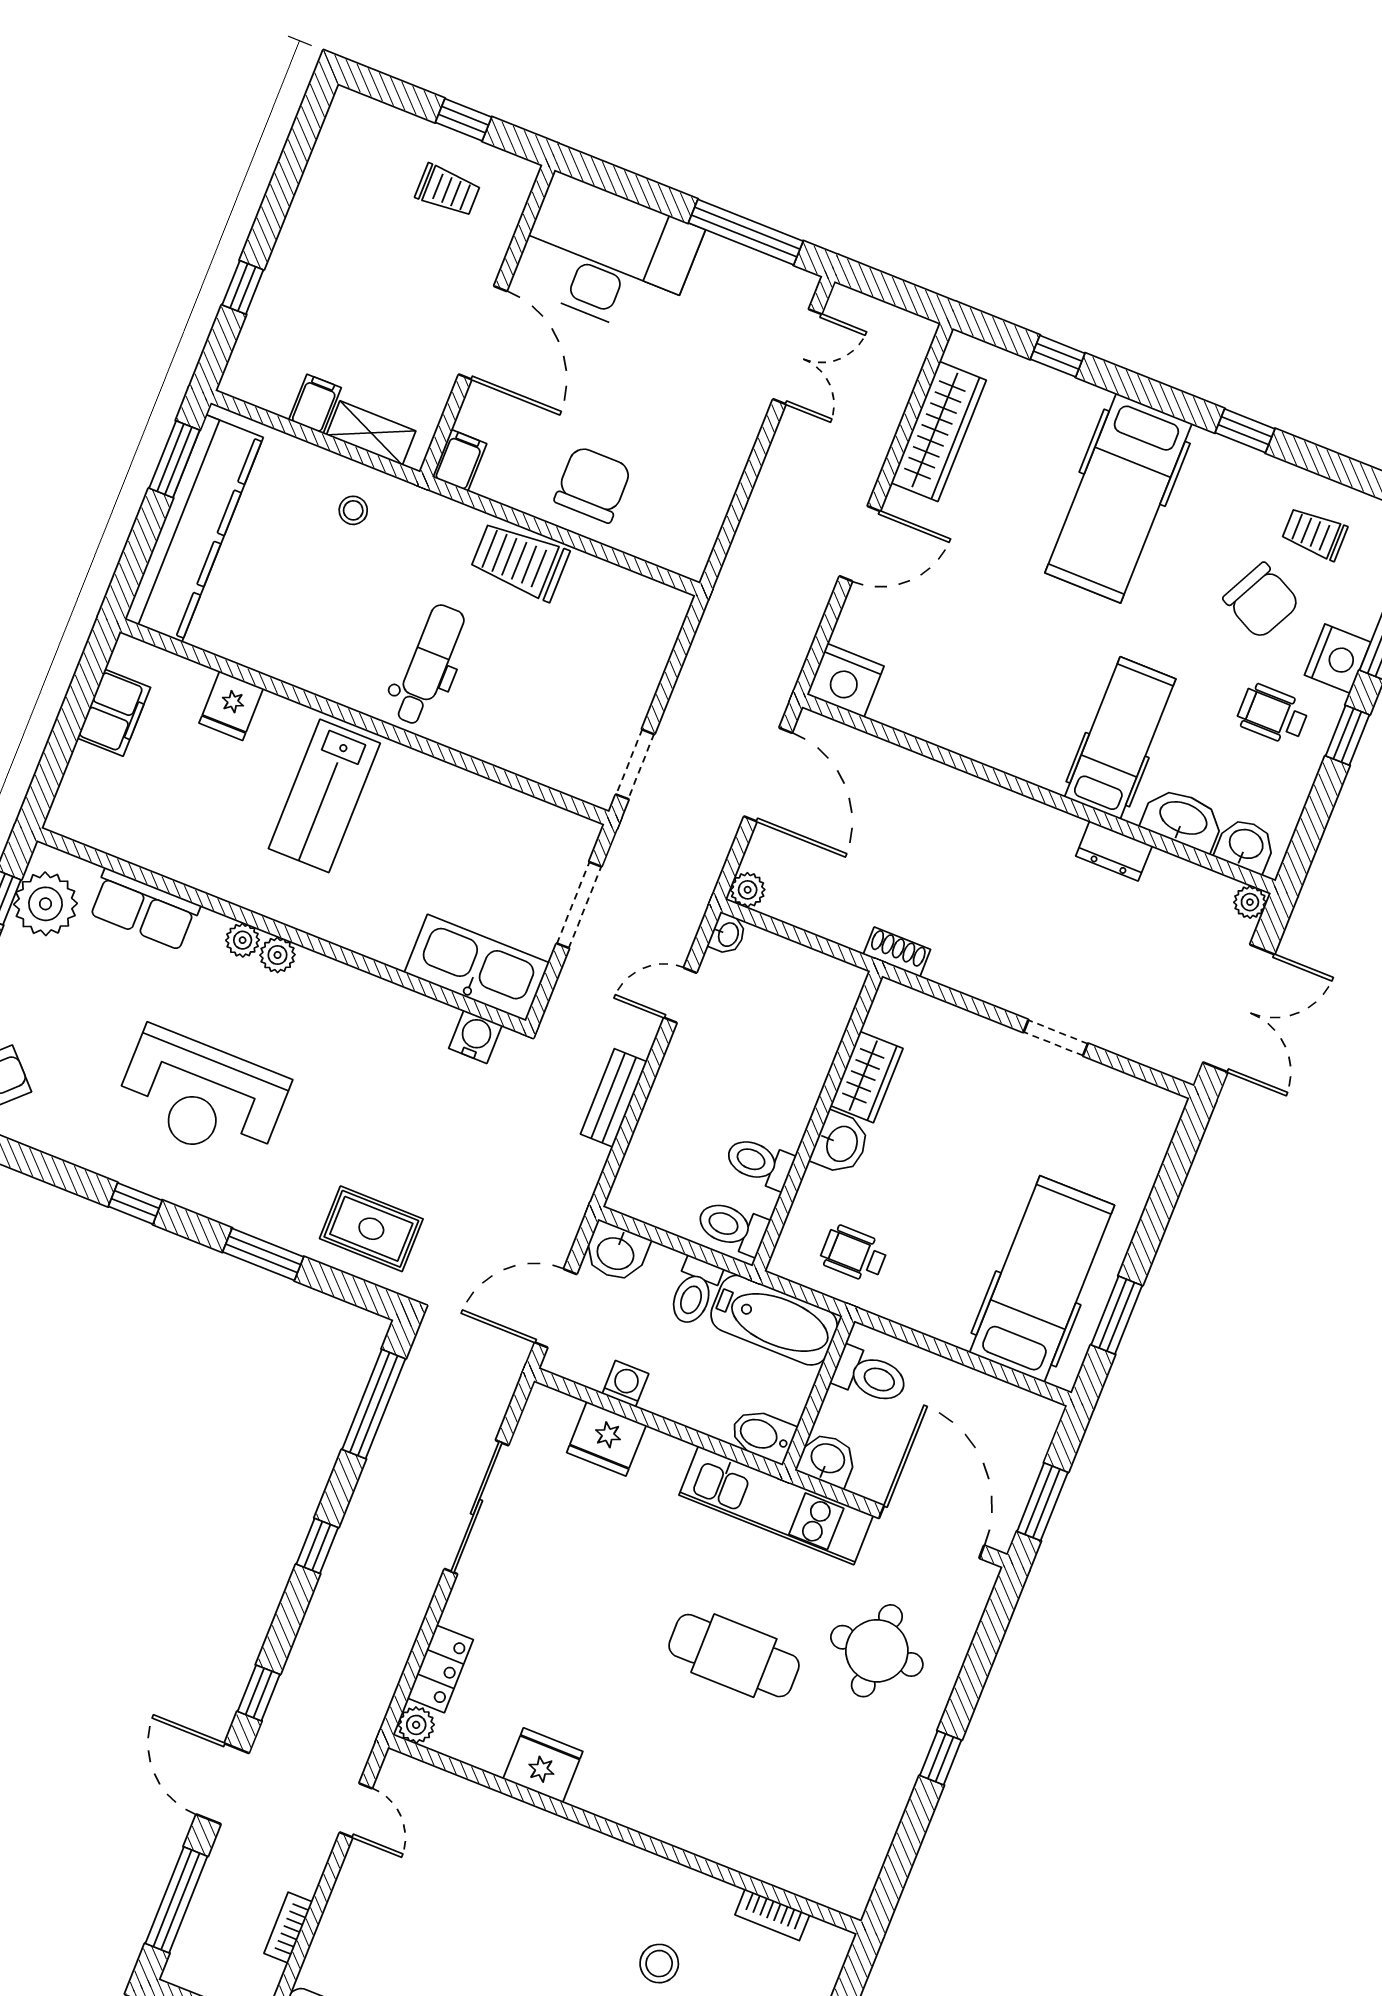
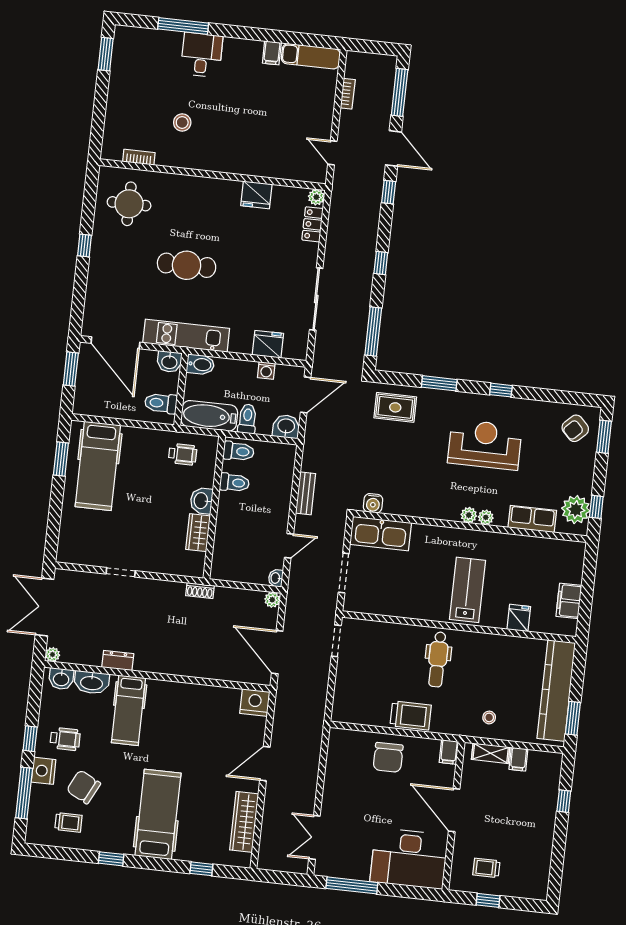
round table: (877, 1651) -> (129, 204), moved

